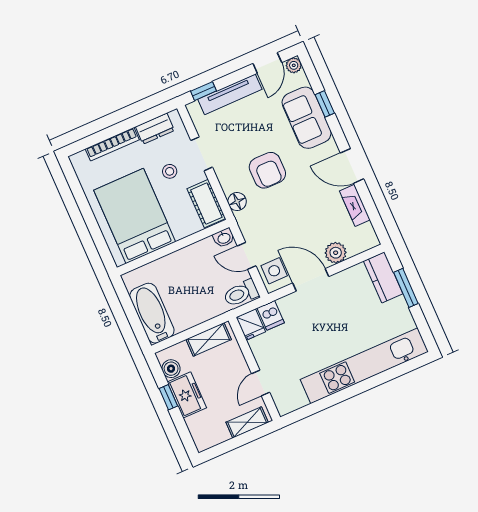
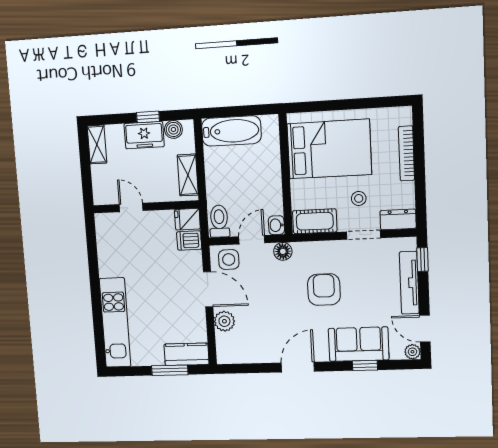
dresser: (155, 129) -> (398, 219), moved, turned 90
armchair: (267, 170) -> (324, 290), turned 90
floor lamp: (237, 202) -> (283, 251), moved
fireplace: (355, 205) -> (261, 355), removed
door: (311, 280) -> (208, 289), hinge flipped
kitchen unit: (364, 366) -> (115, 323), width x0.73
shelving: (247, 422) -> (97, 144), moved

